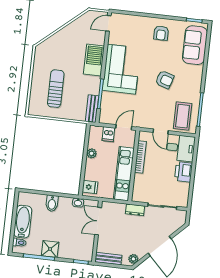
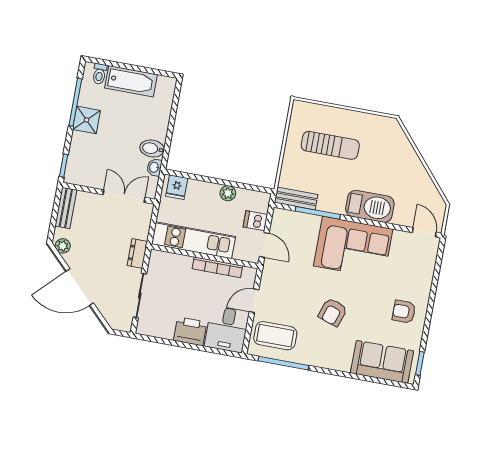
bidet: (52, 203) -> (152, 148), moved

